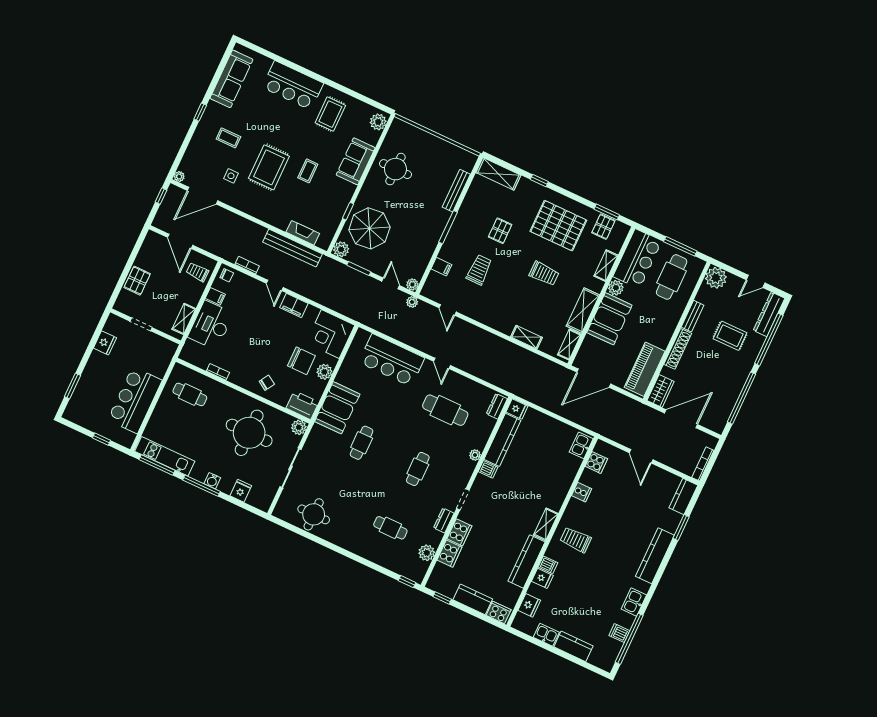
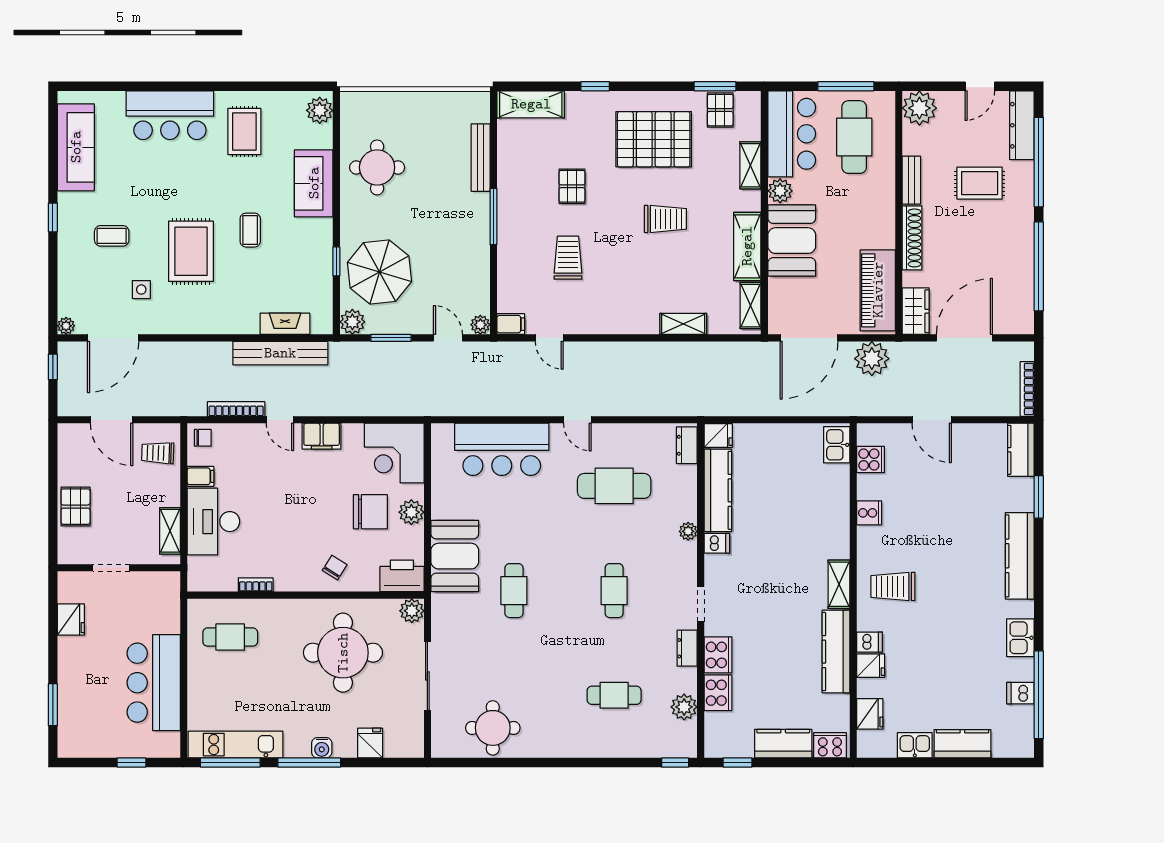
bookcase: (247, 265) -> (236, 409), width x1.56
filing cabinet: (441, 267) -> (511, 324), moved
plant: (412, 302) -> (872, 359), moved, width x1.88, depth x1.88

